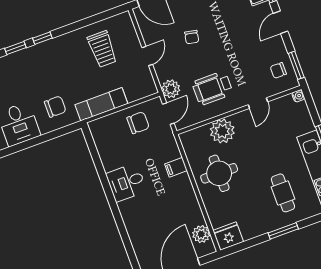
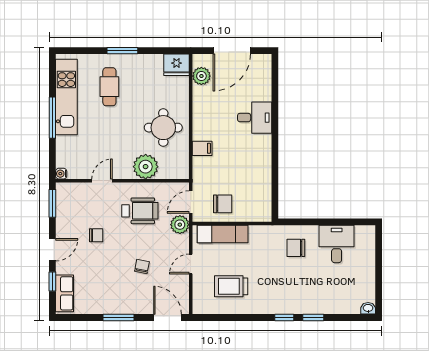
trolley: (102, 49) -> (231, 286), turned -90
chair: (278, 70) -> (96, 235), moved
exam couch: (101, 104) -> (223, 234), moved
chair: (138, 123) -> (223, 204), turned 180
desk: (126, 182) -> (255, 118), moved

